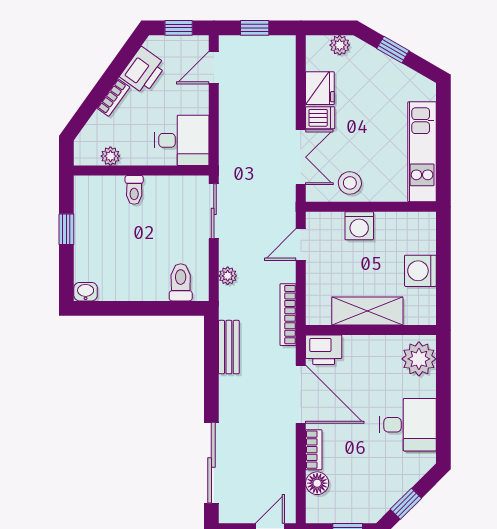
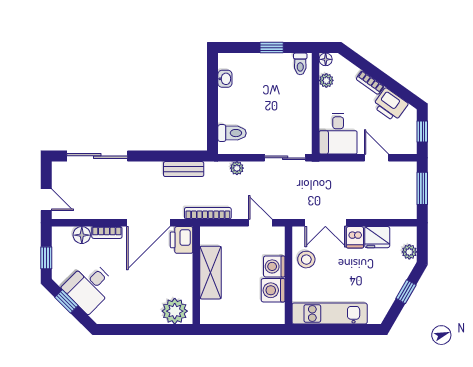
window: (255, 28) -> (422, 188), width x1.50
door: (214, 68) -> (376, 158), moved
floor lamp: (82, 157) -> (326, 59), added
toilet: (134, 190) -> (300, 64), moved, turned -90
washing machine: (420, 271) -> (273, 290), moved, turned -90
washbasin: (86, 292) -> (225, 79), moved
desk: (408, 425) -> (89, 287), moved, turned 45

